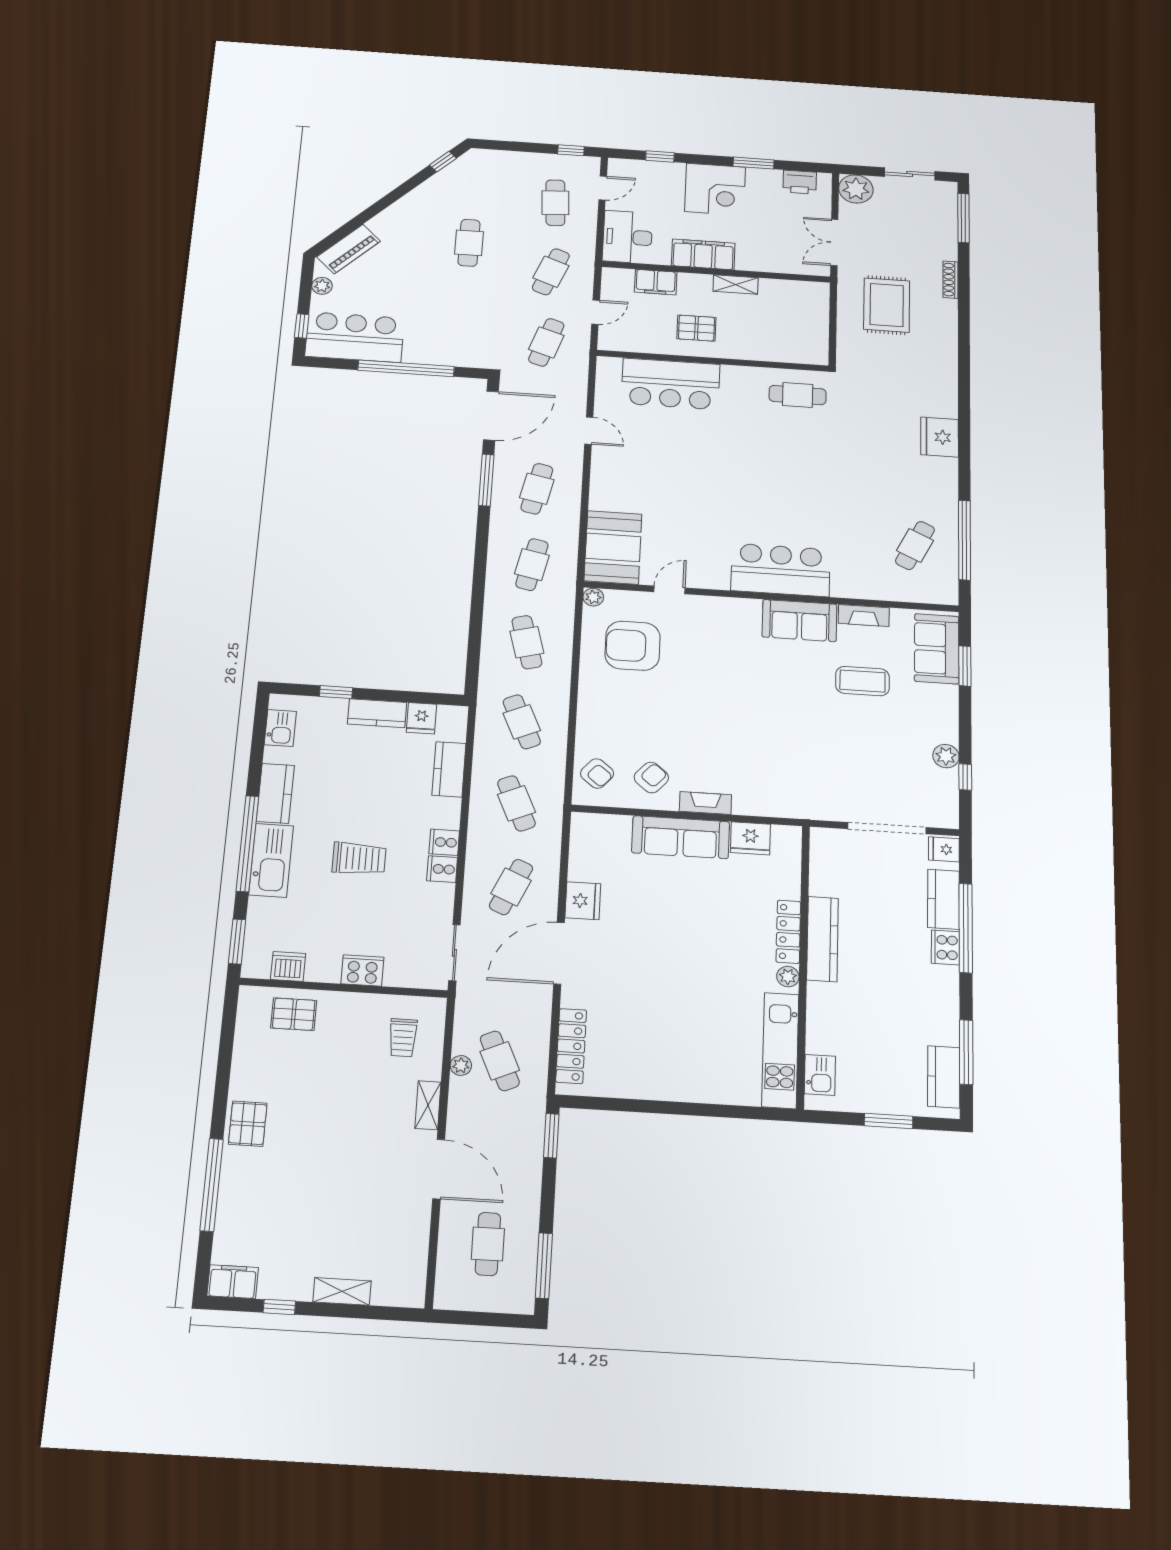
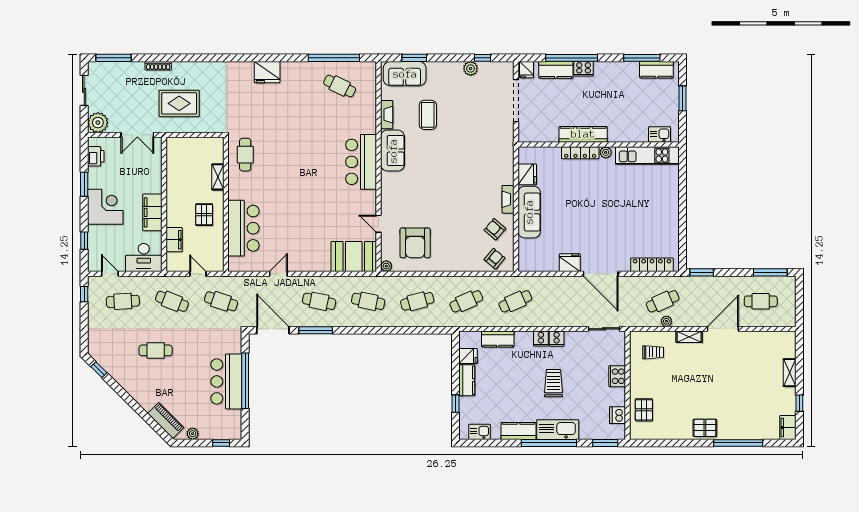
shelving: (736, 284) -> (218, 177), moved
bar counter: (355, 337) -> (226, 381), moved
cafe table: (511, 887) -> (564, 301), removed

